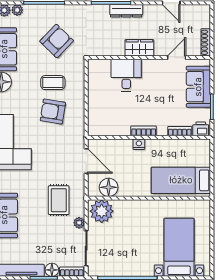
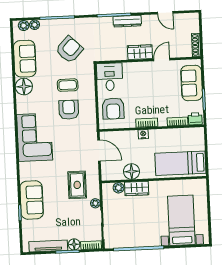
door: (177, 58) -> (162, 59), moved
desk: (126, 75) -> (110, 77), moved
armchair: (53, 112) -> (69, 110), turned 81
armchair: (105, 112) -> (113, 109), added
floor lamp: (109, 187) -> (132, 171), moved
wardrobe: (128, 208) -> (137, 189), added
plant: (102, 211) -> (119, 188), width x0.53, depth x0.53

